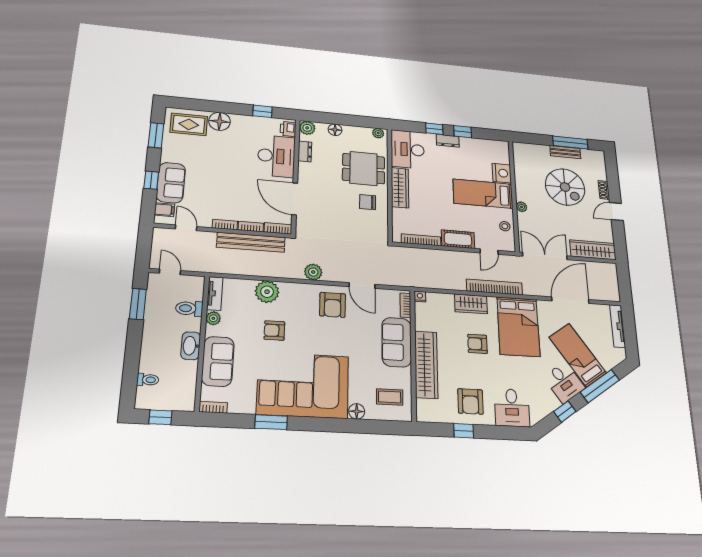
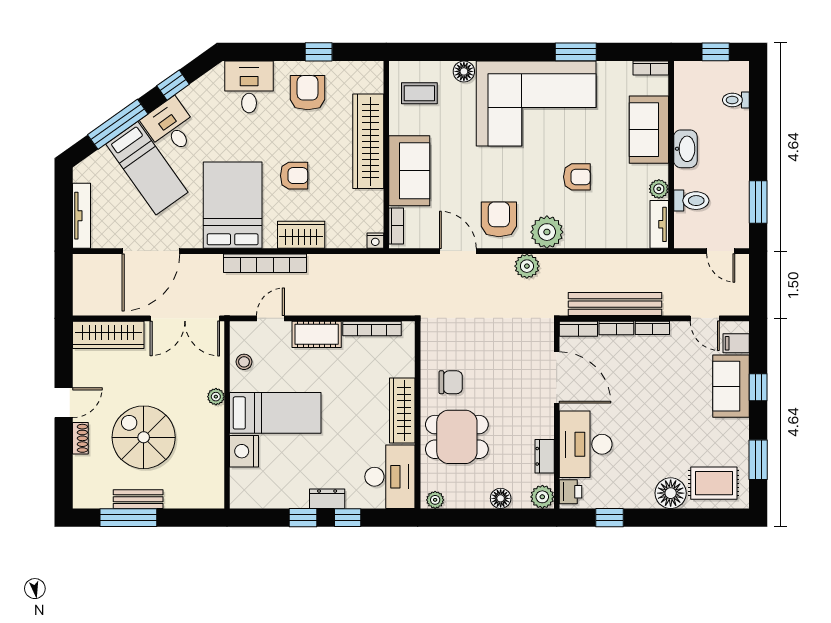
plant: (267, 292) -> (547, 232), moved

